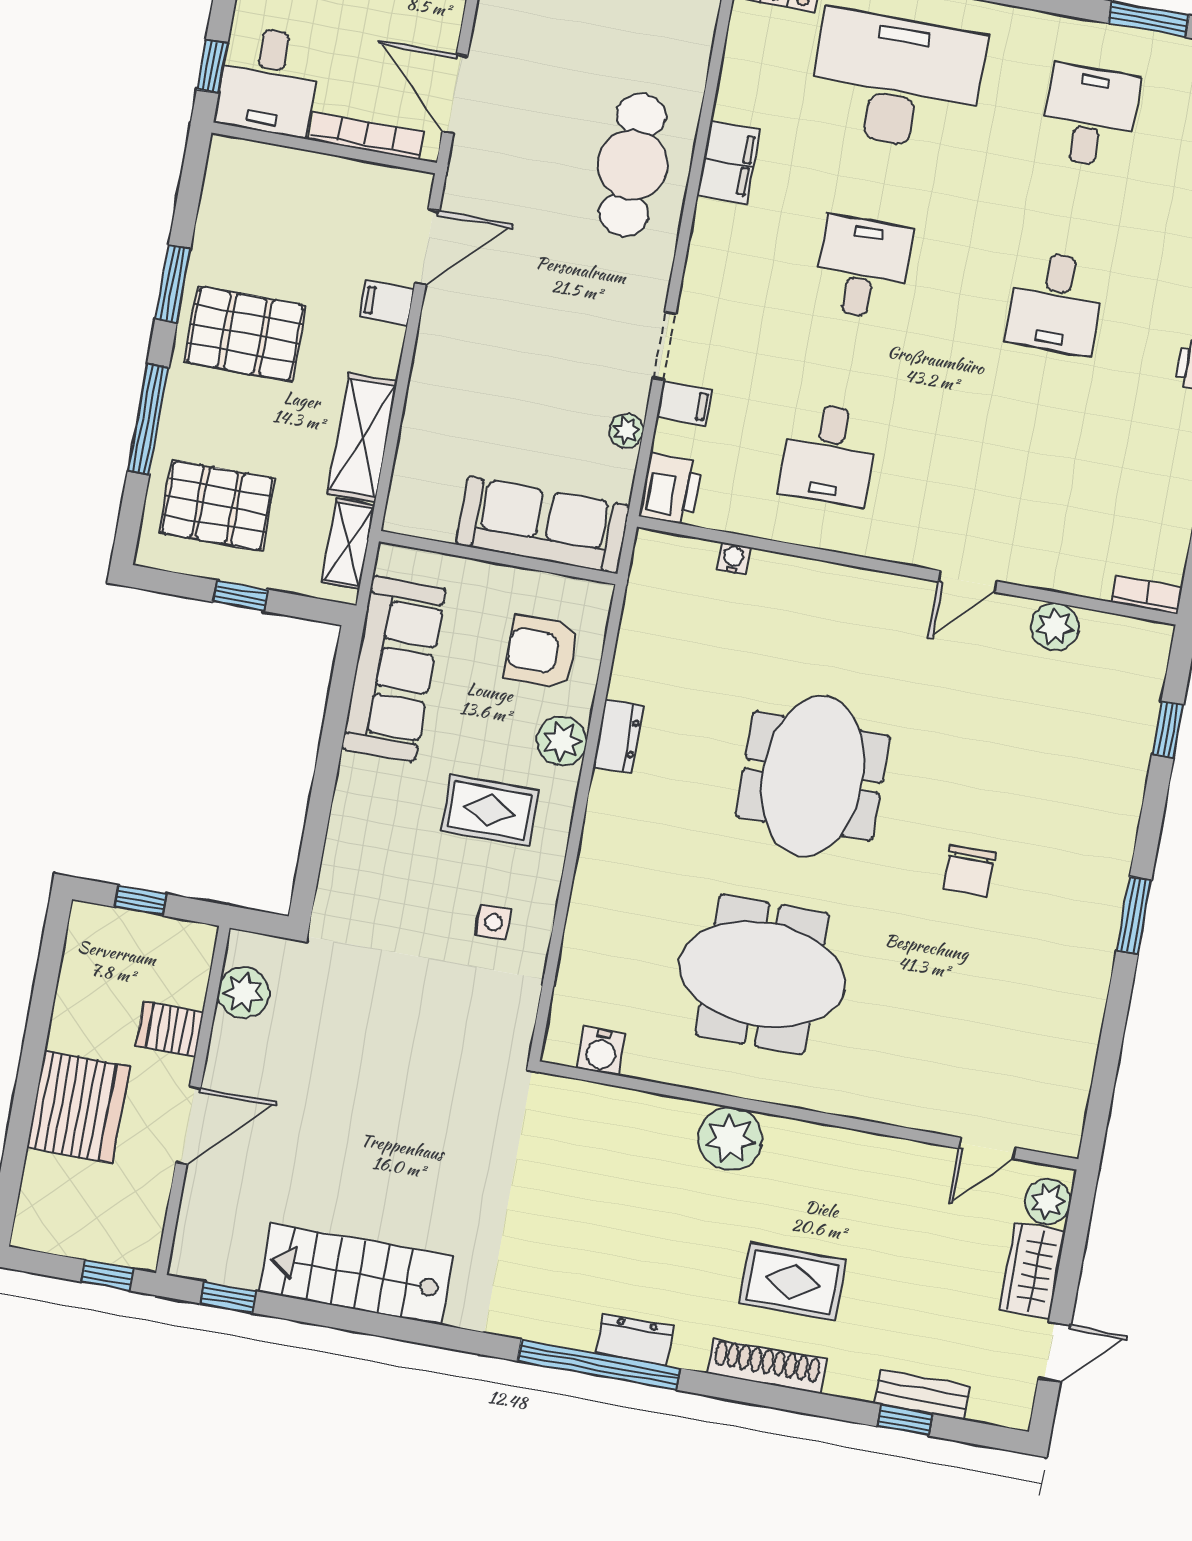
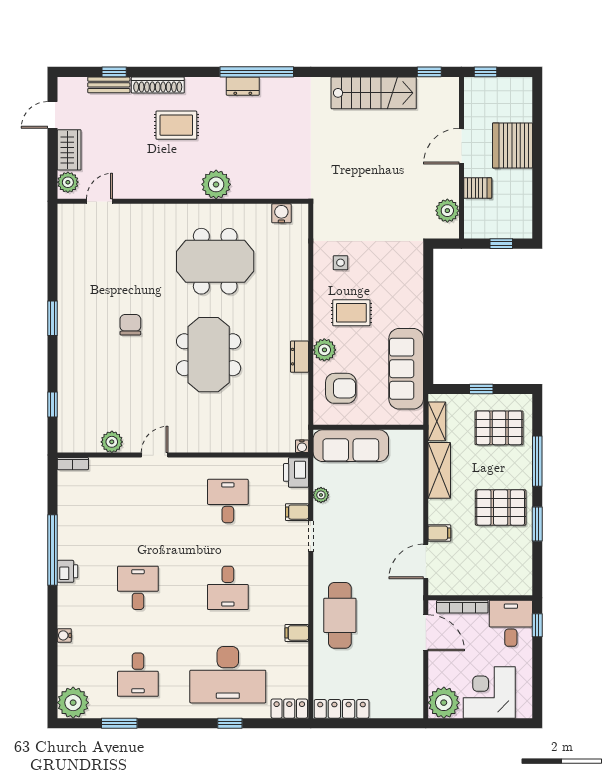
filing cabinet: (729, 162) -> (297, 633), width x0.50
water cooler: (733, 558) -> (302, 446), moved
shoe rack: (767, 1366) -> (158, 85), moved

